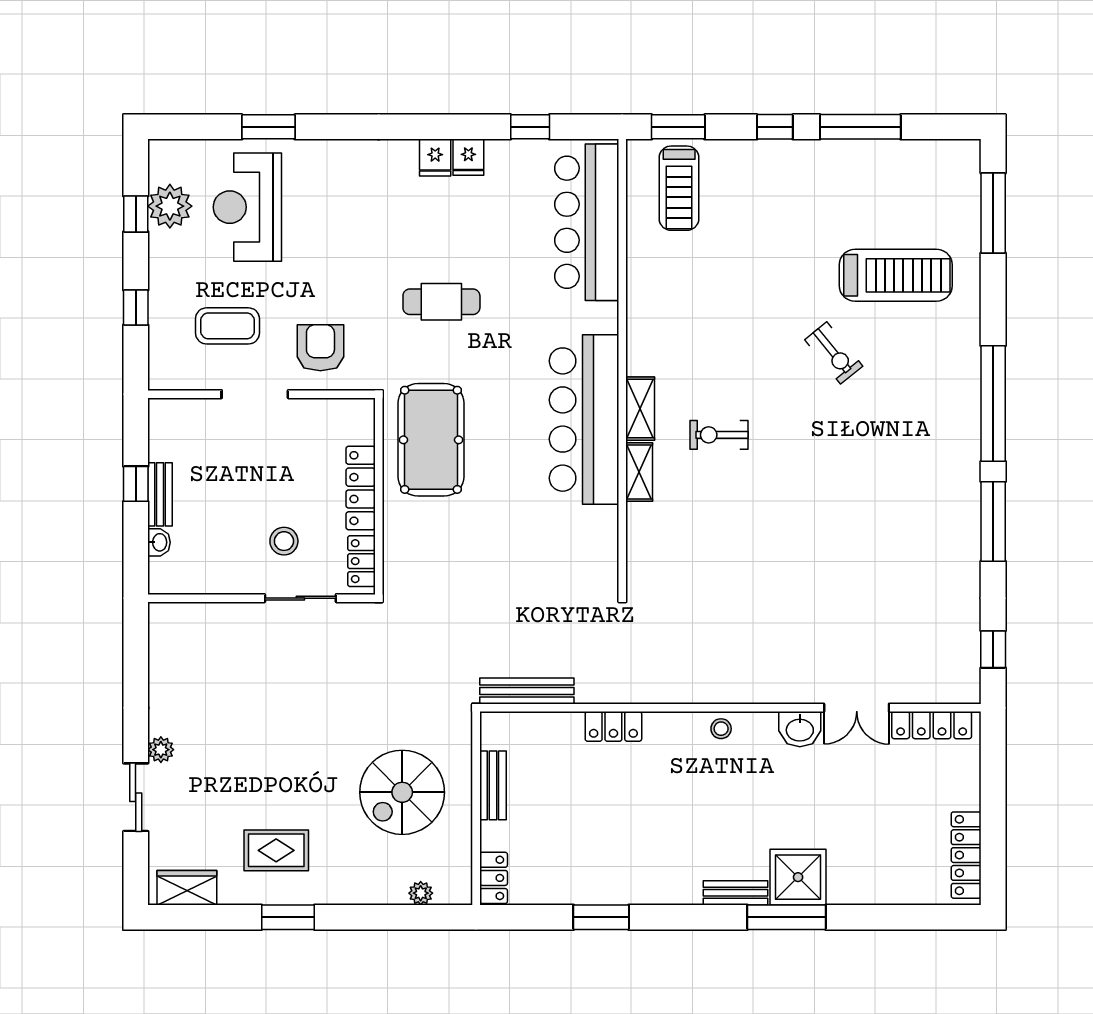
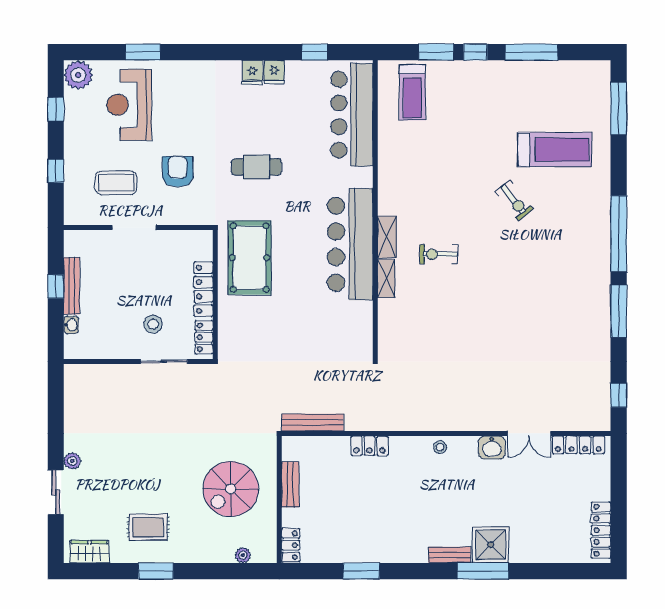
window: (678, 127) -> (436, 52), moved
plant: (170, 206) -> (78, 75), moved
armchair: (320, 348) -> (178, 172), moved
bench: (160, 494) -> (72, 286), width x1.36

